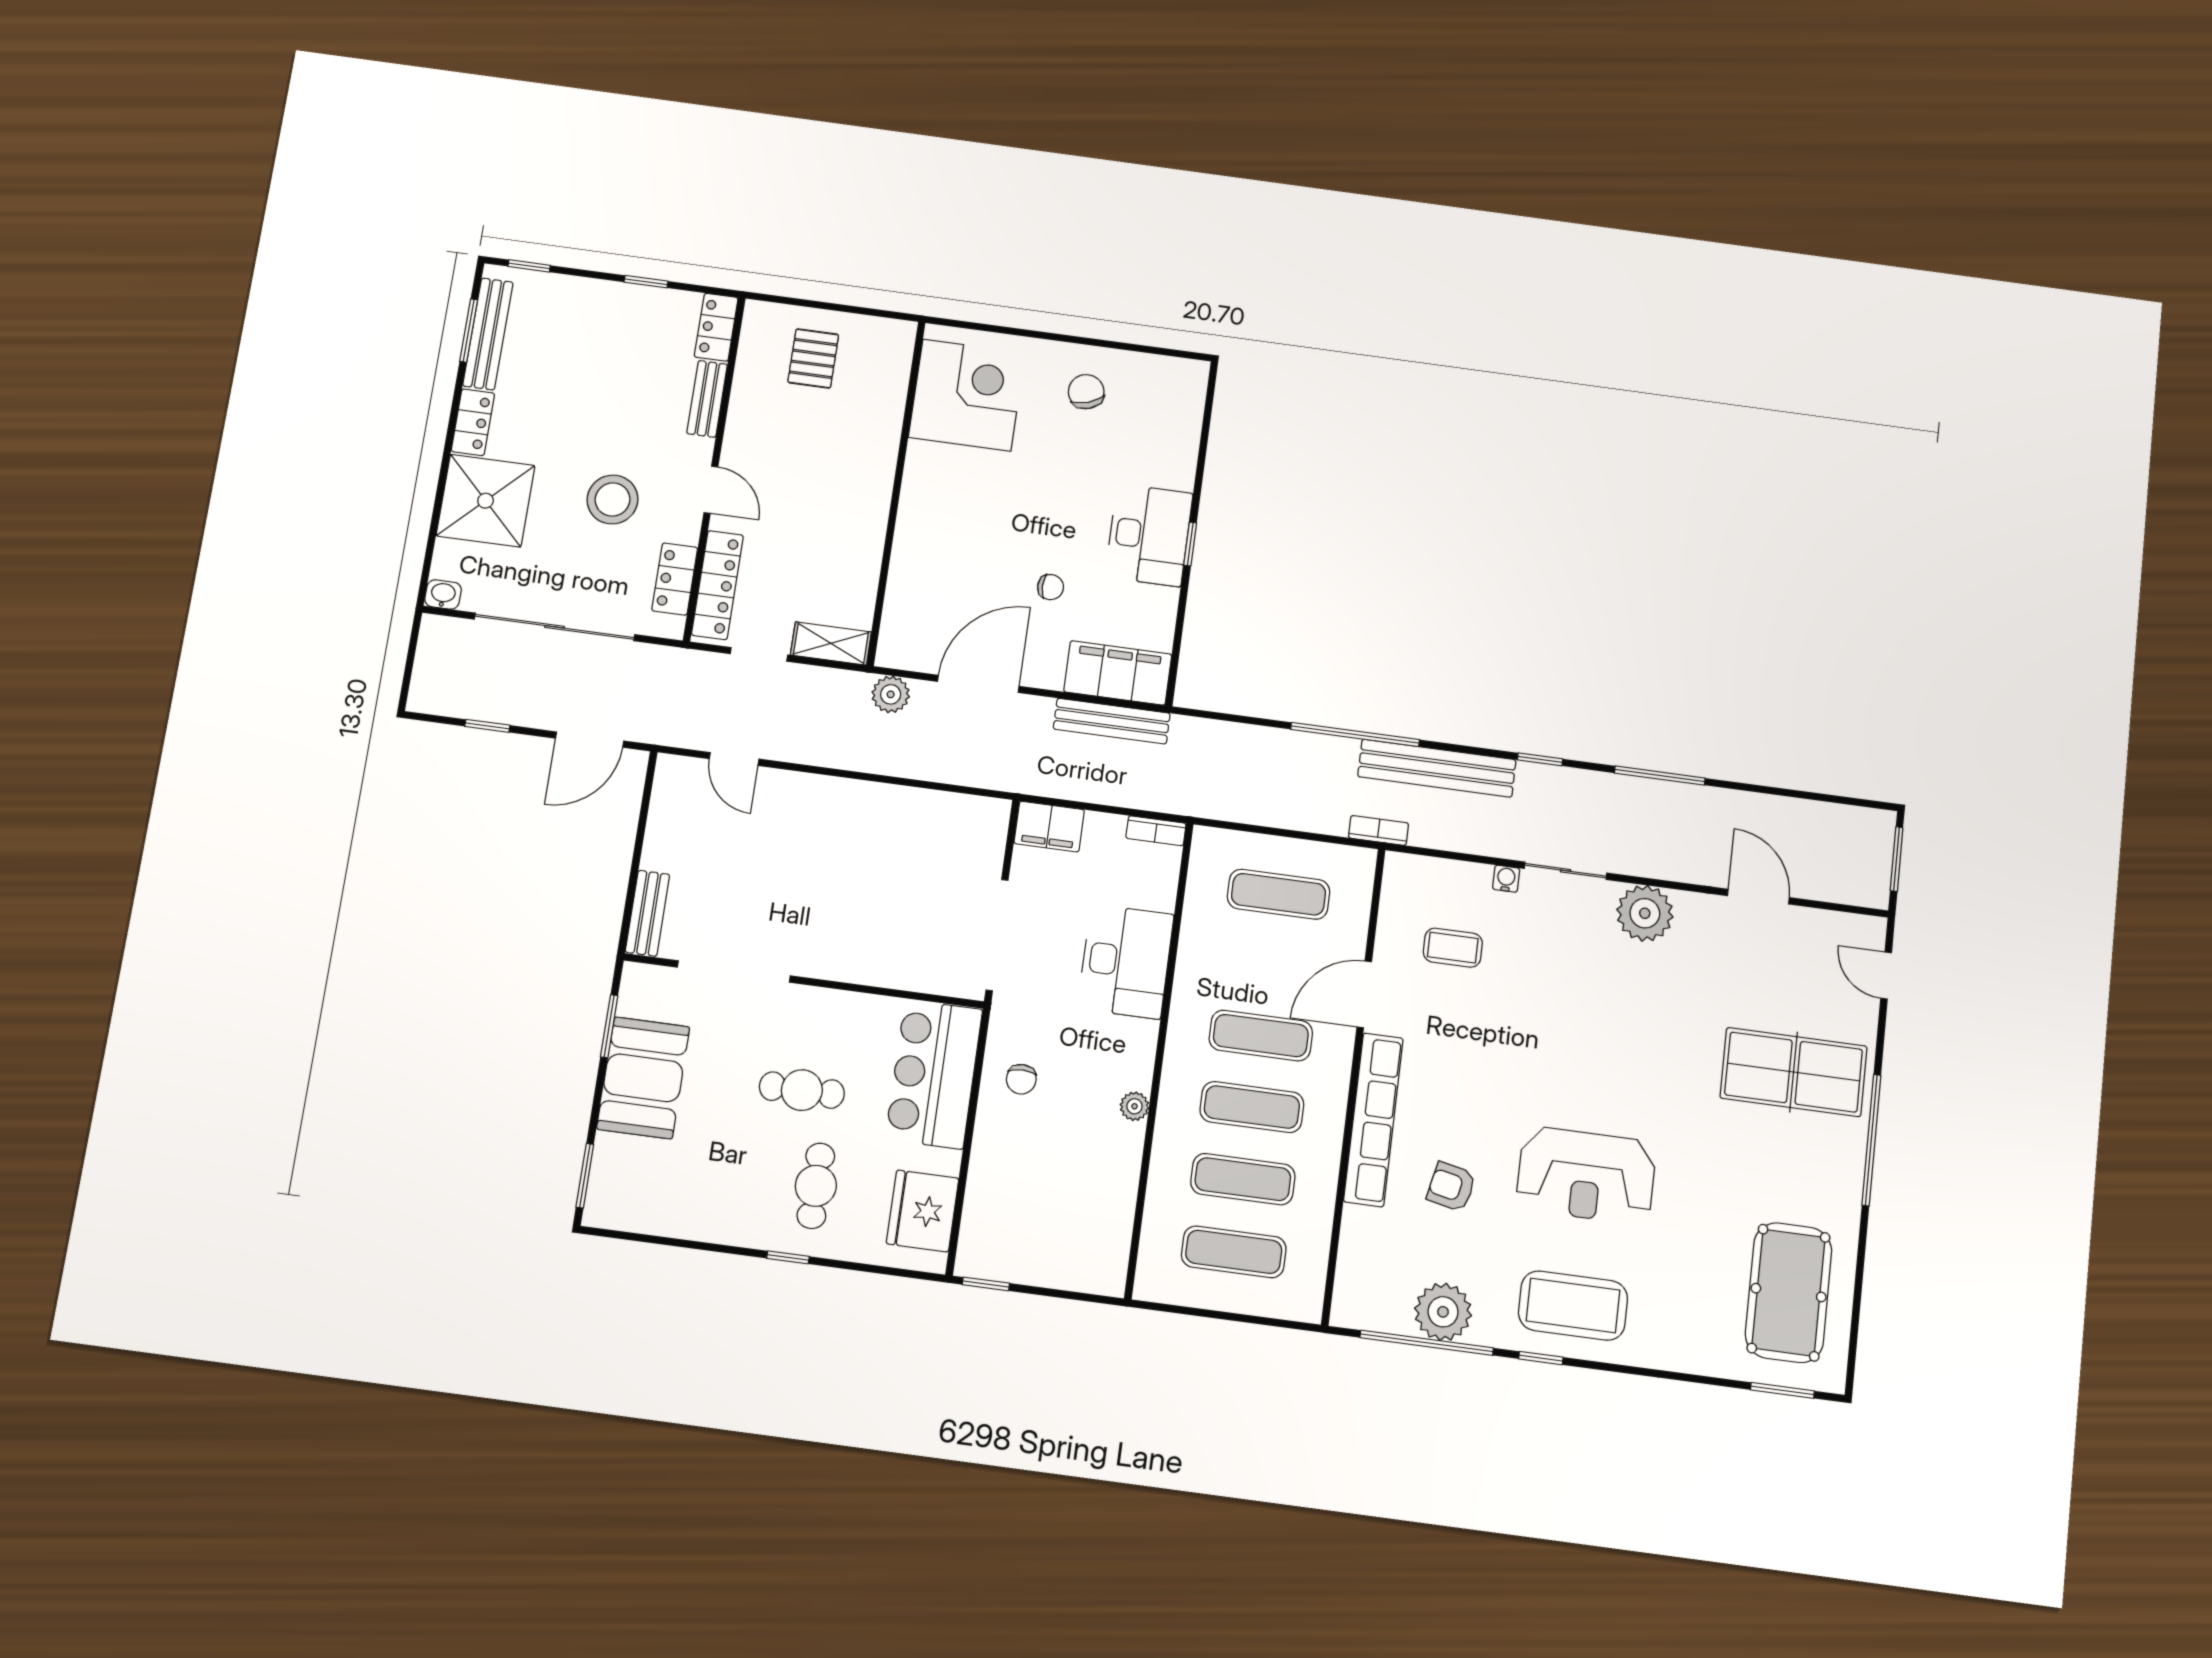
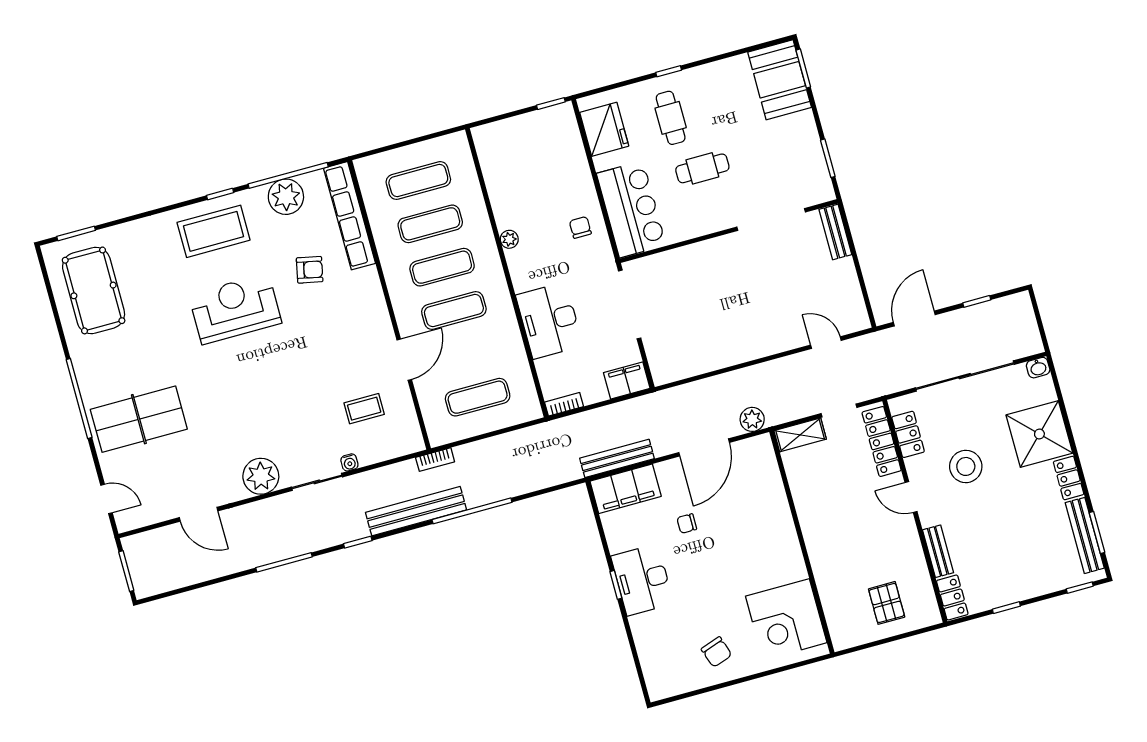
booth: (643, 1078) -> (780, 80), moved
row of seats: (1373, 1120) -> (349, 216), moved

